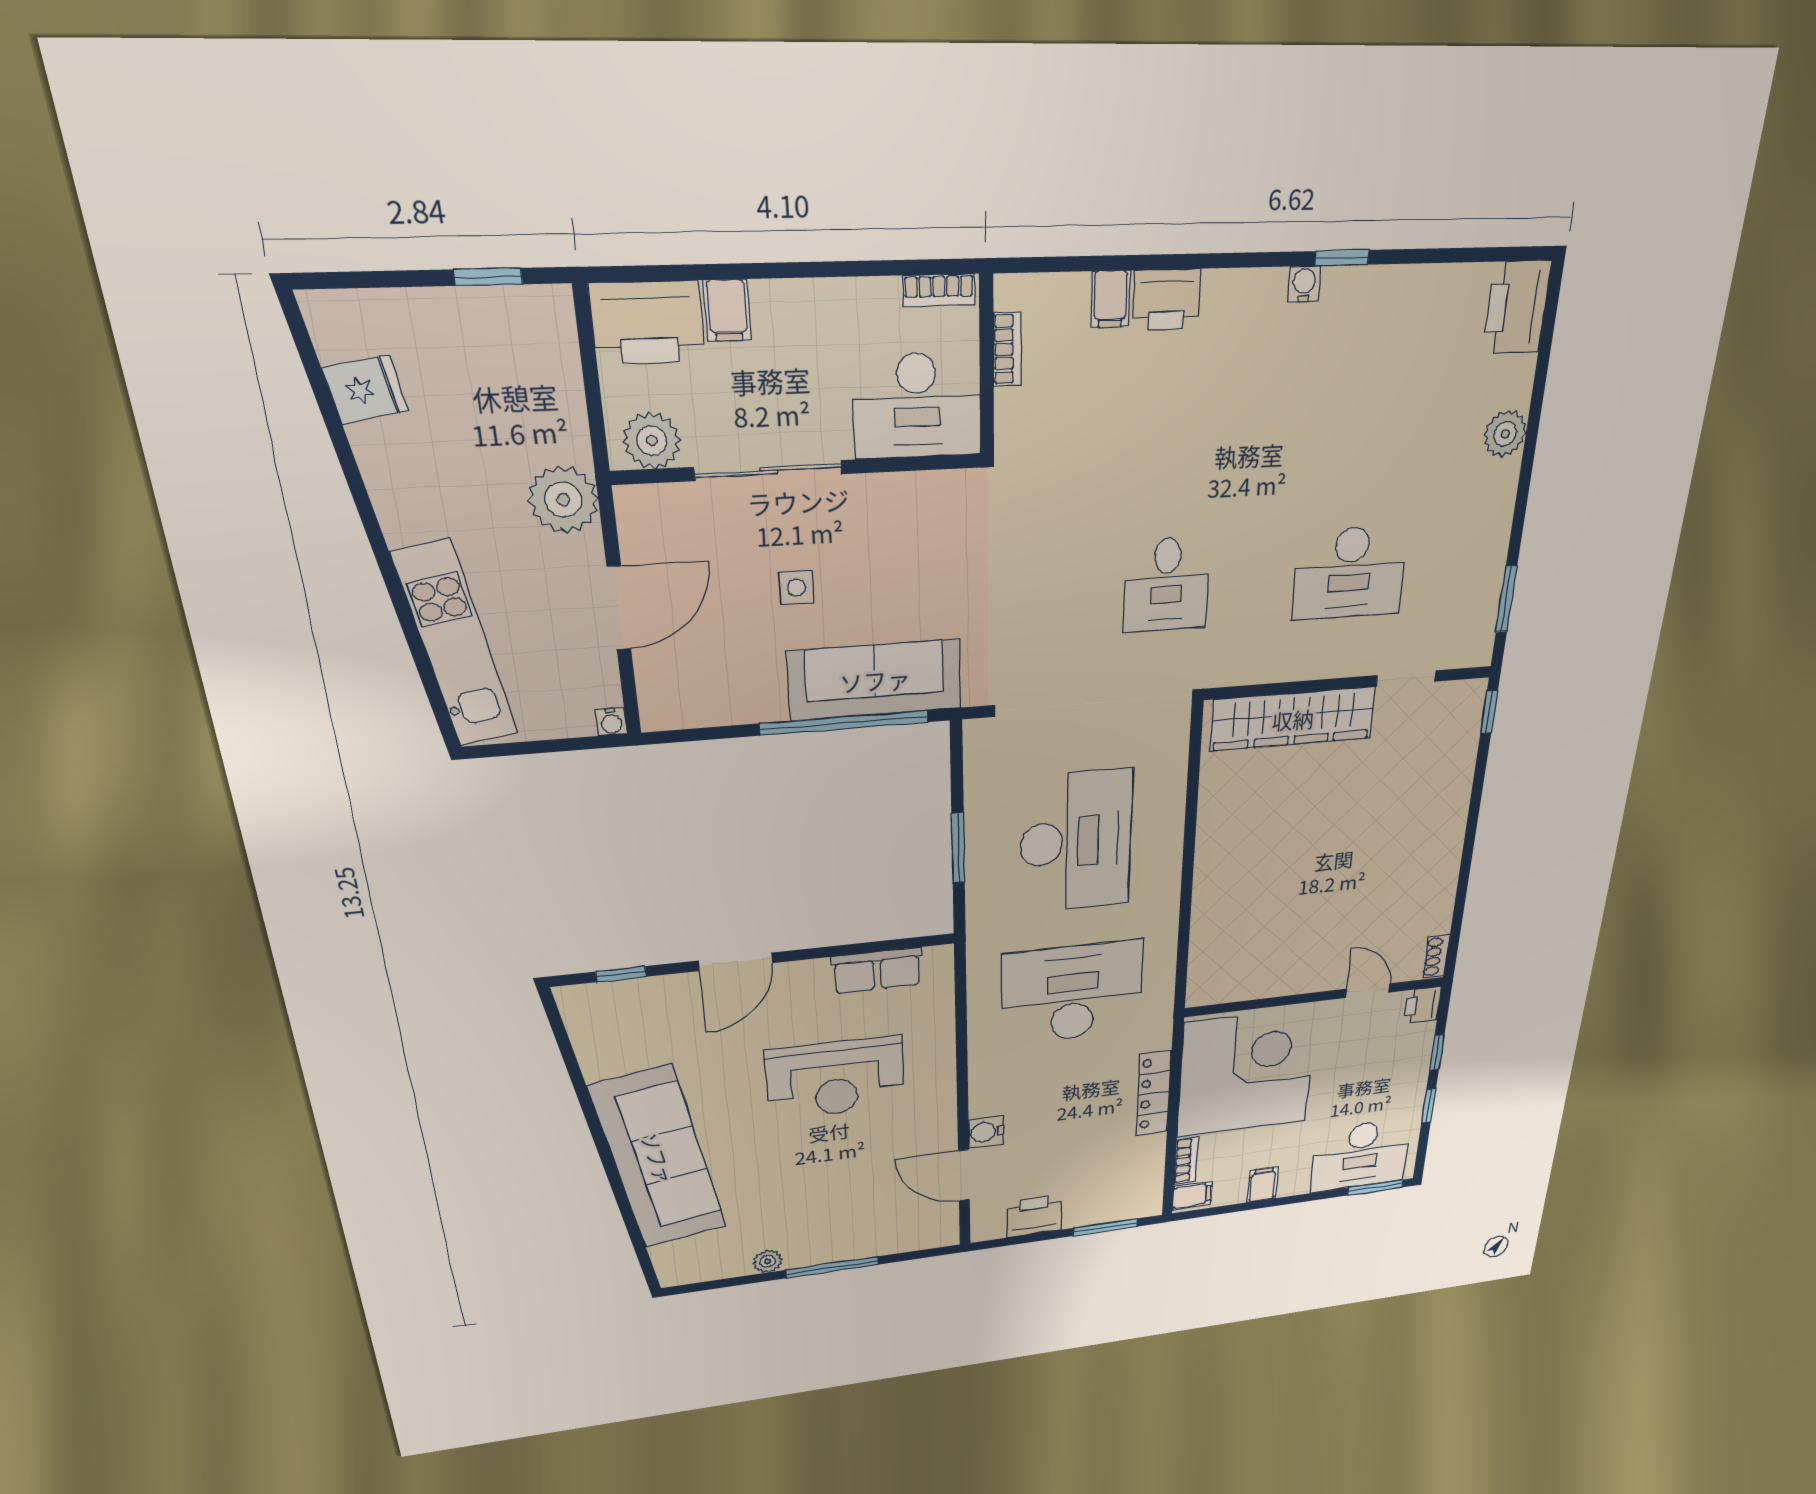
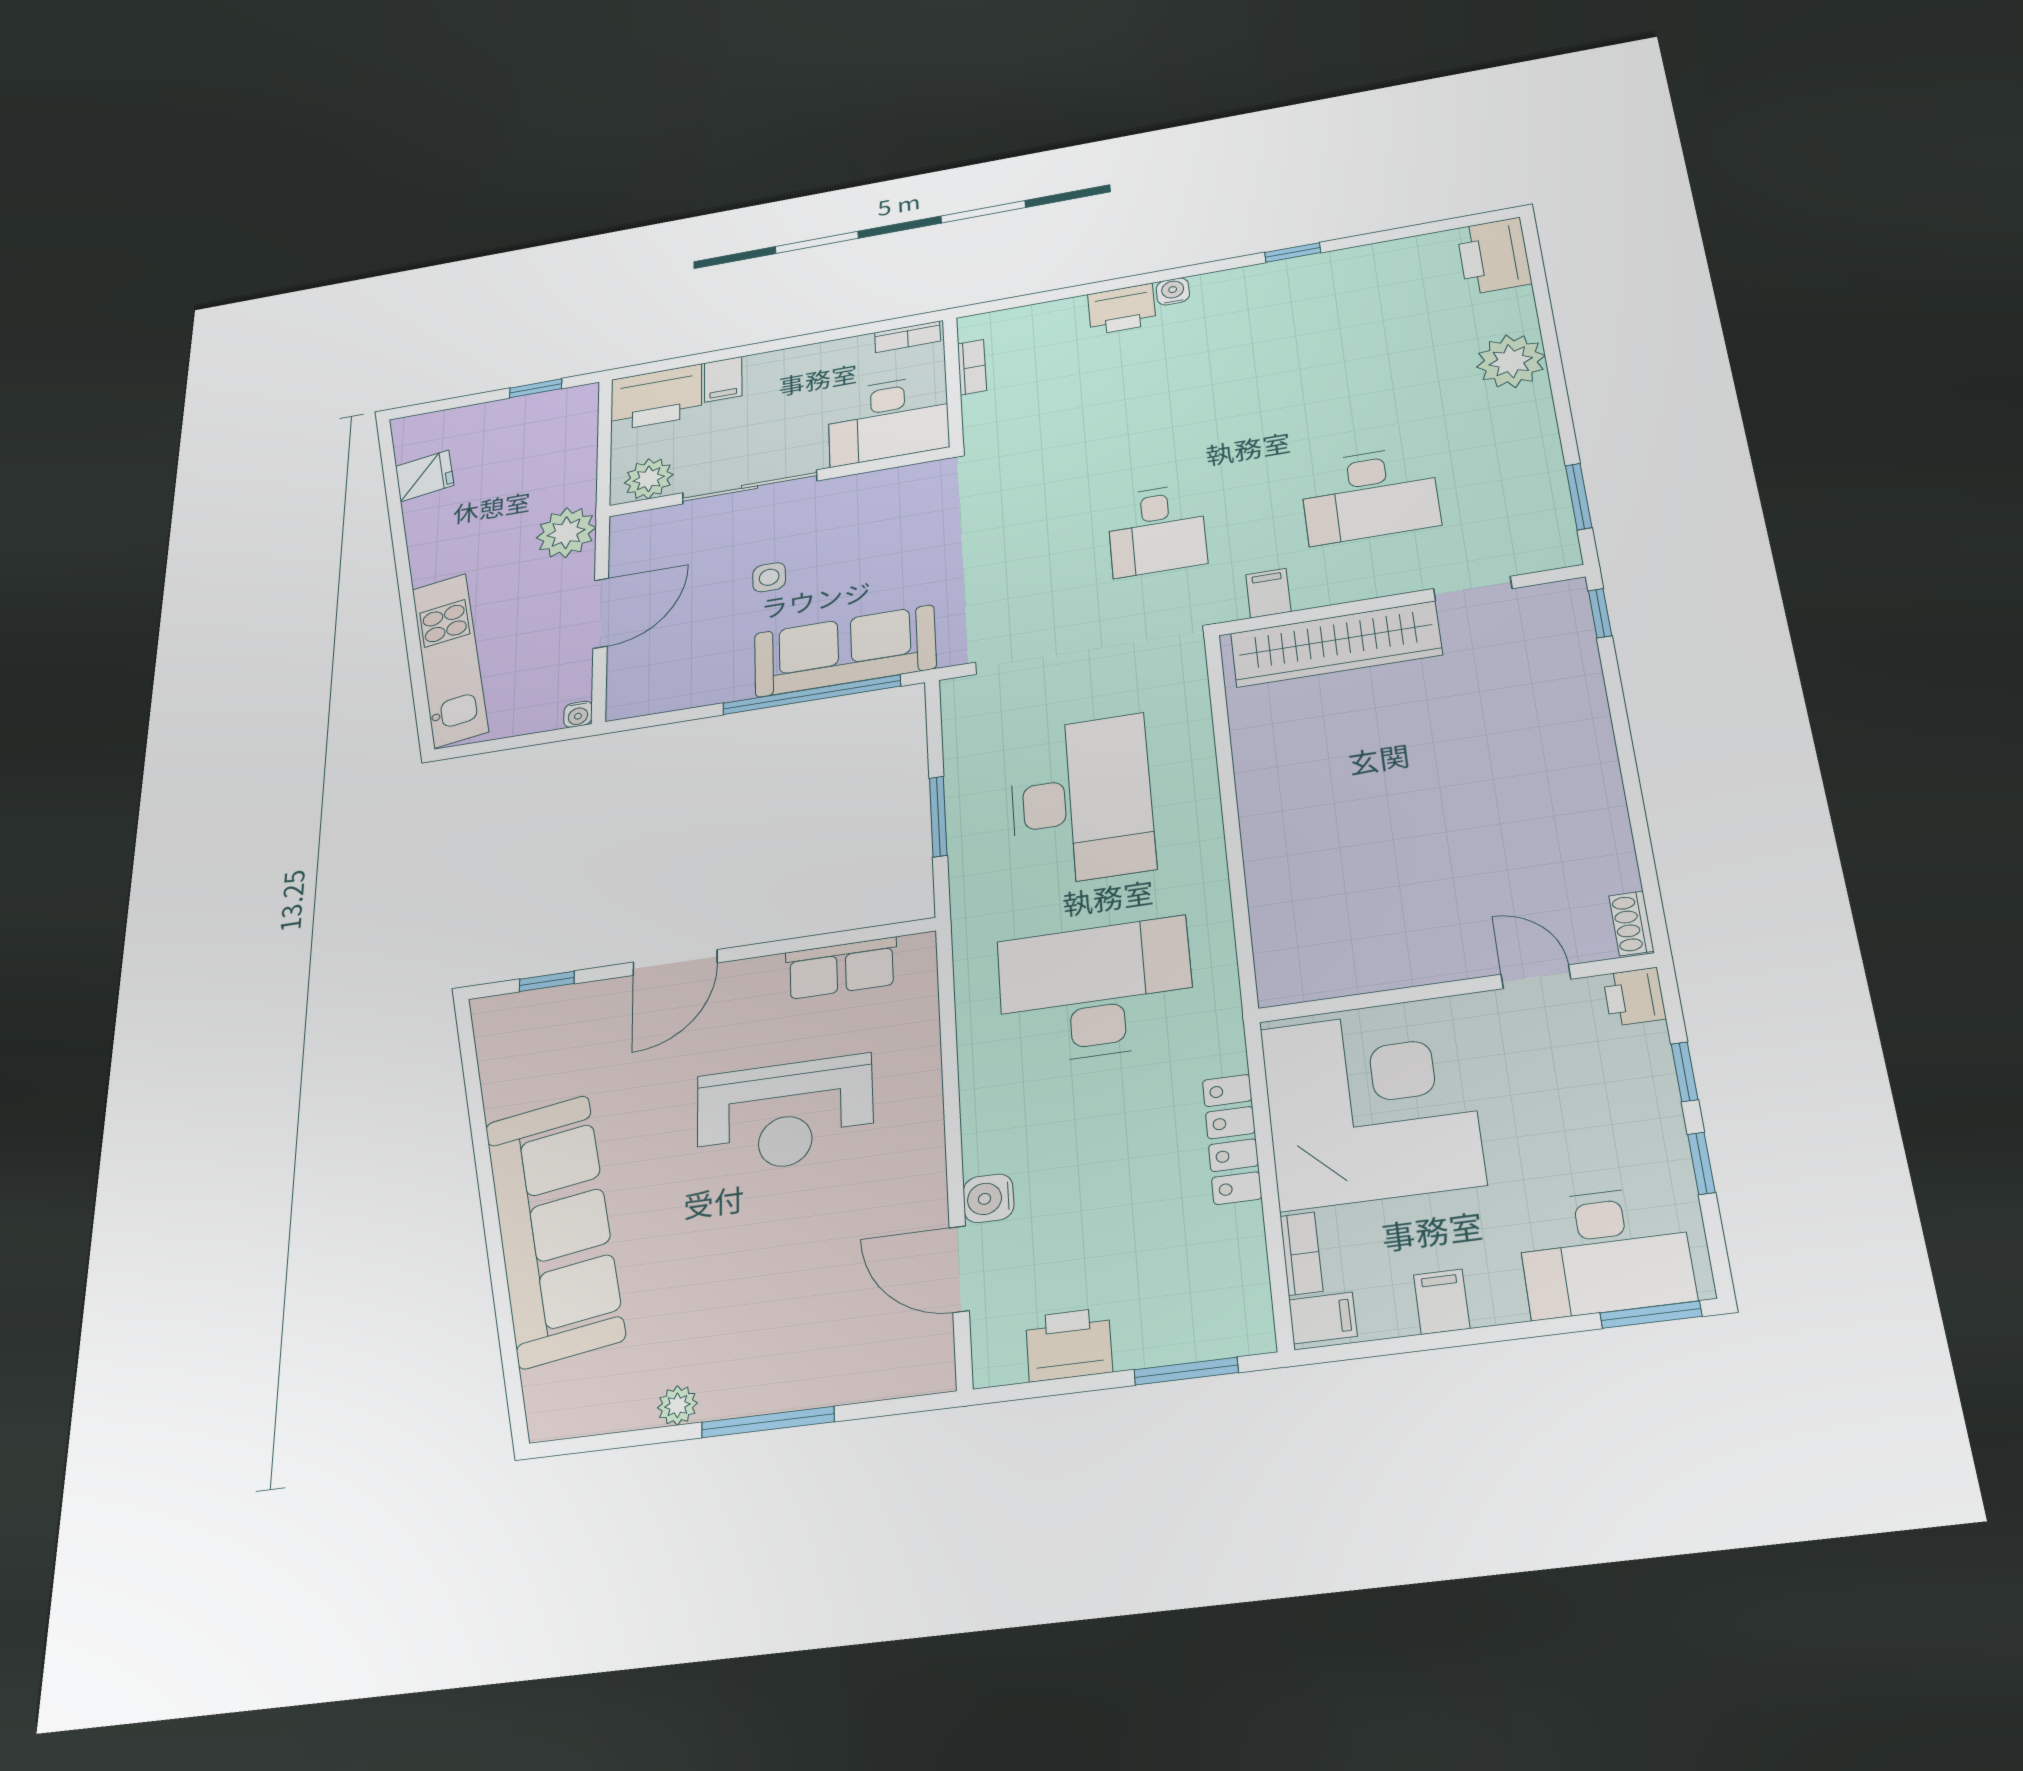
water cooler: (1304, 284) -> (1173, 291), moved
filing cabinet: (1110, 299) -> (1268, 593), moved, turned 180
plant: (1505, 434) -> (1511, 361), width x1.36, depth x1.36

